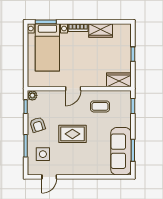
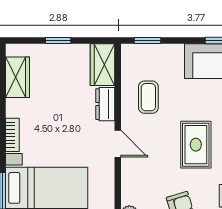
wardrobe: (101, 31) -> (17, 77), moved
dresser: (96, 81) -> (105, 104), added

